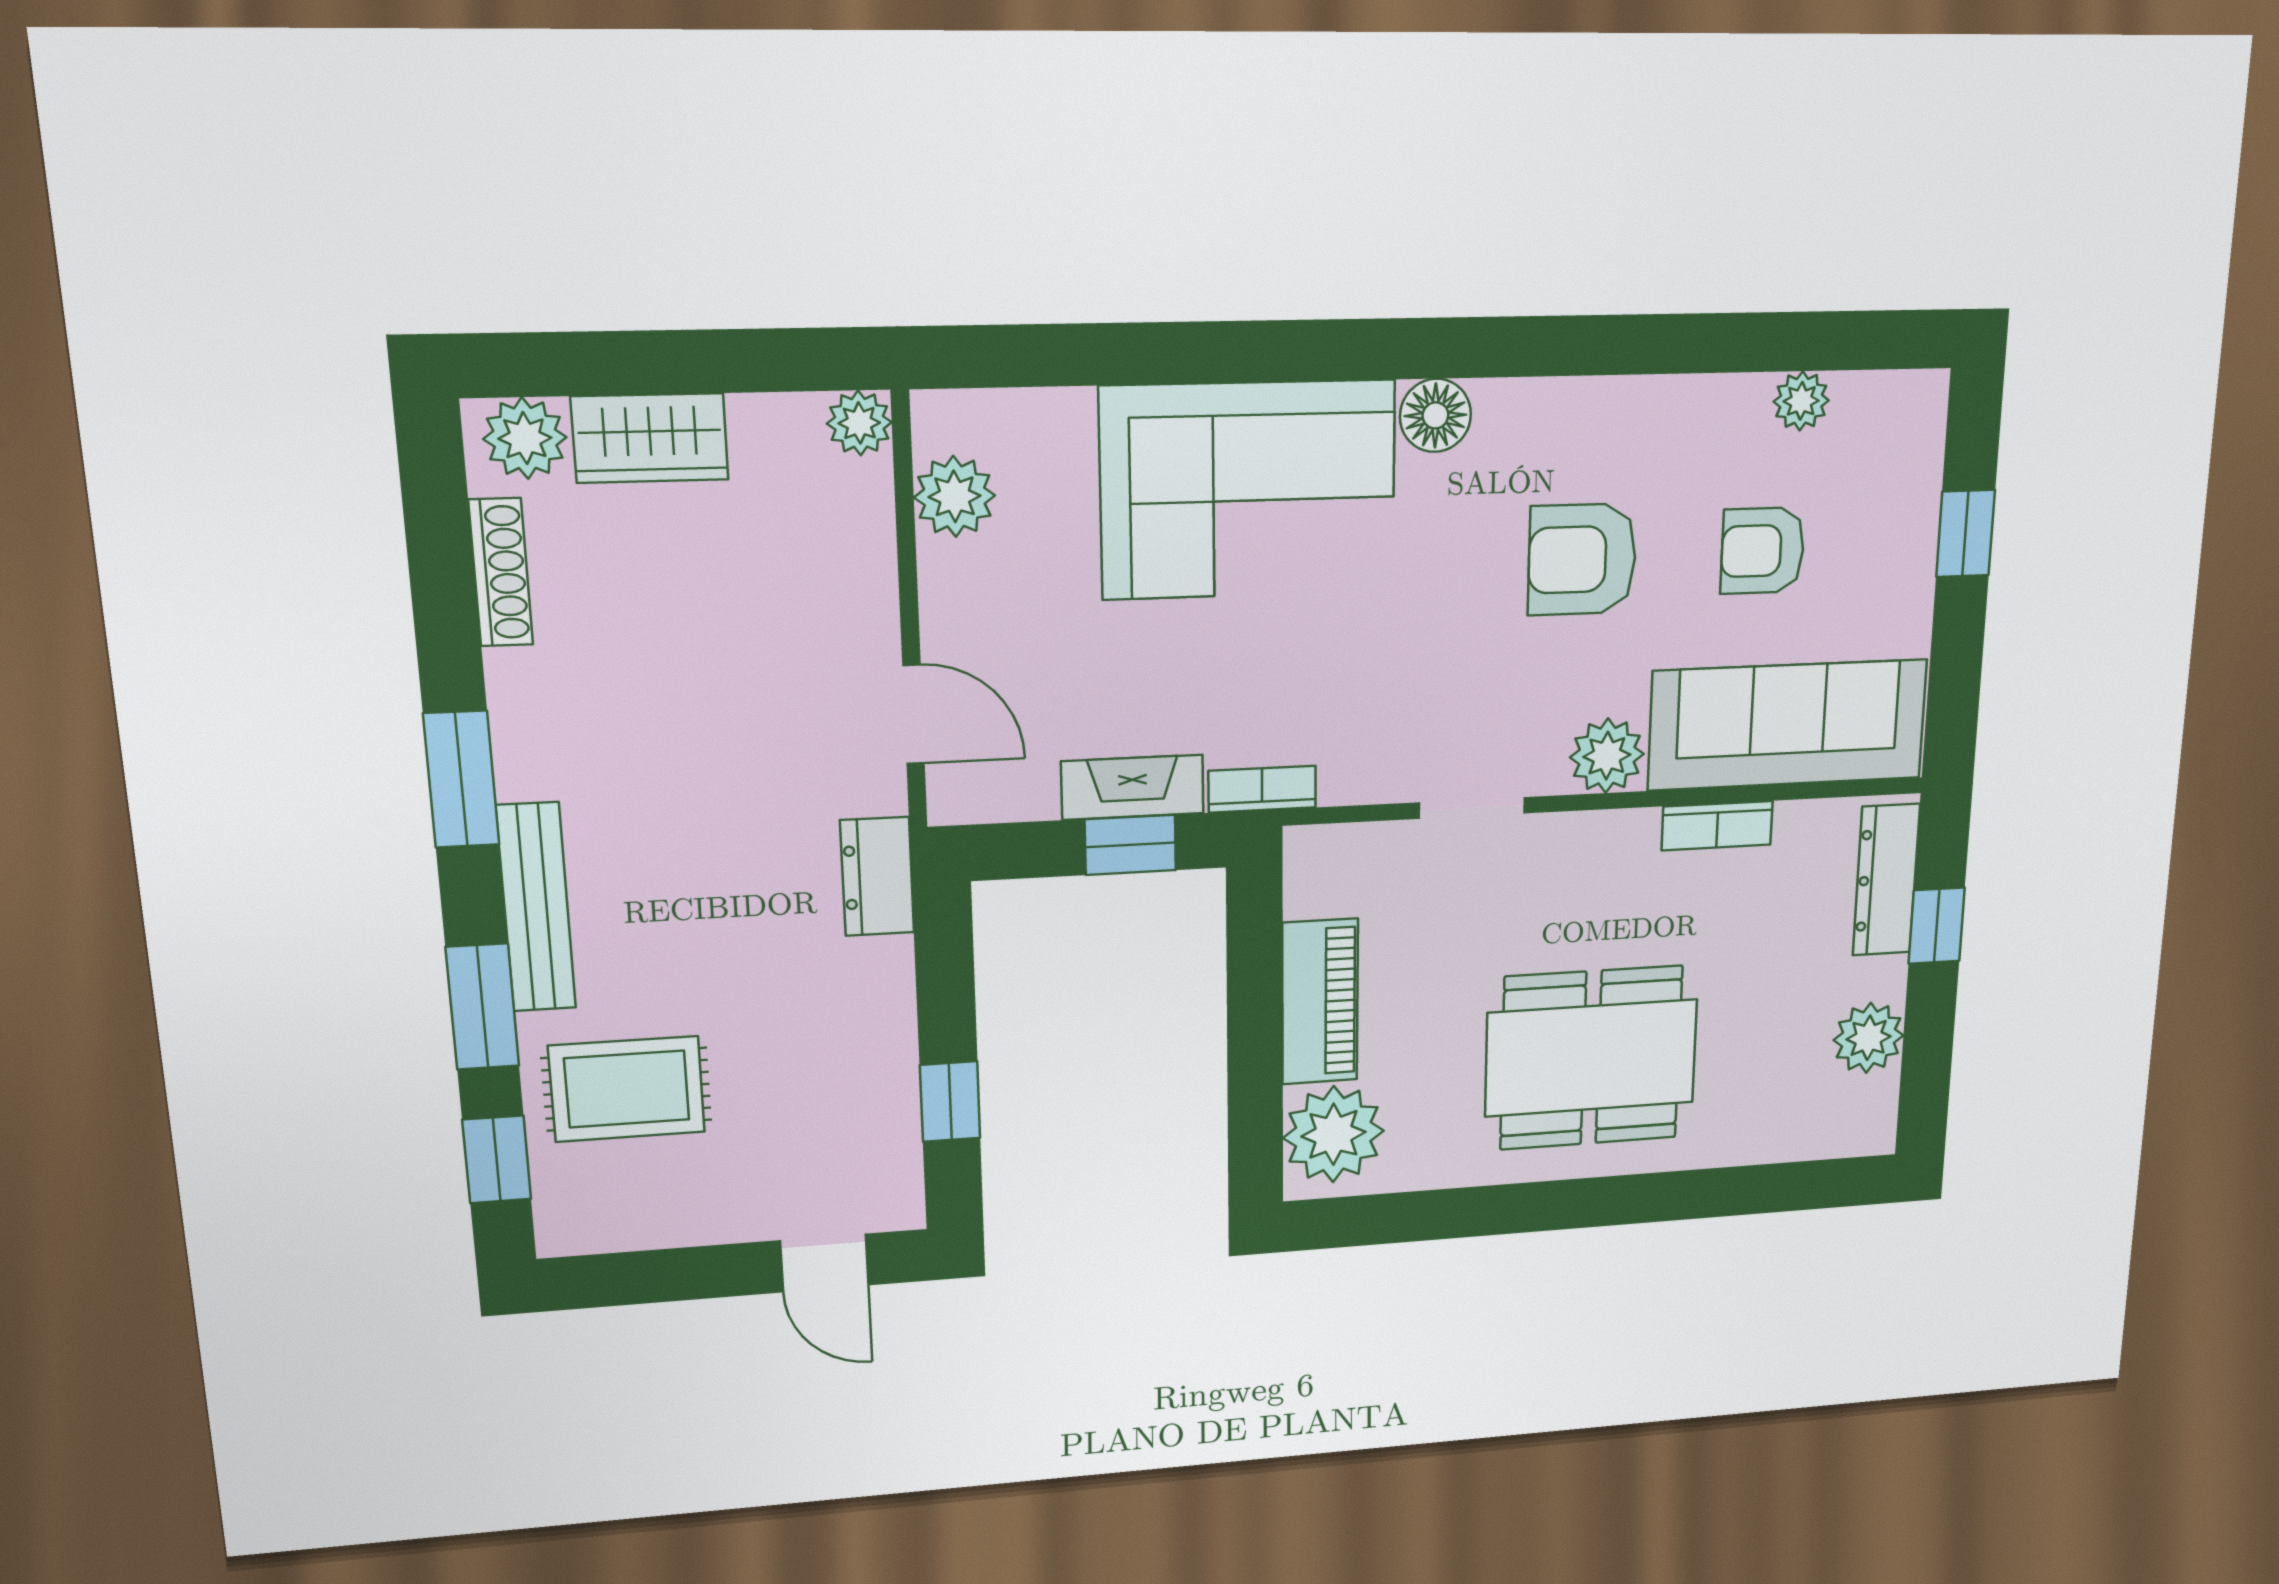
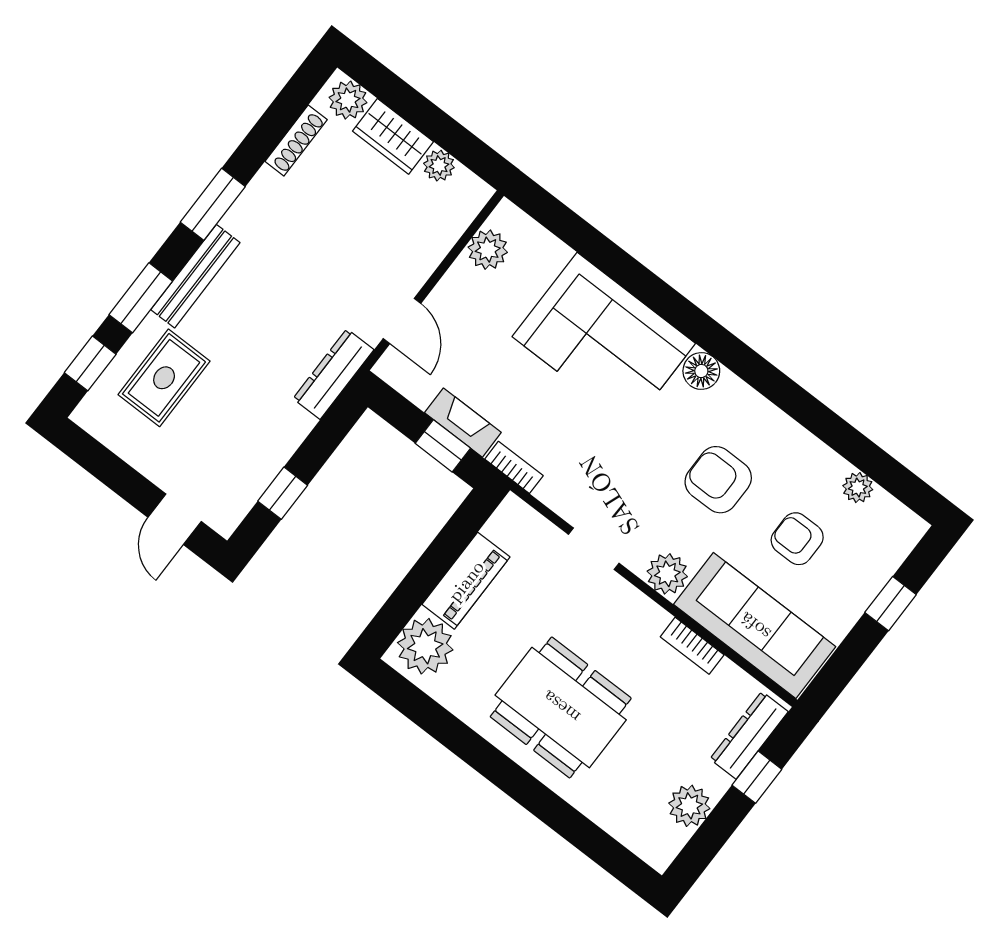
plant: (859, 423) -> (439, 166), moved
dresser: (877, 877) -> (333, 374), width x1.44
rug: (627, 1089) -> (164, 378), turned 90

